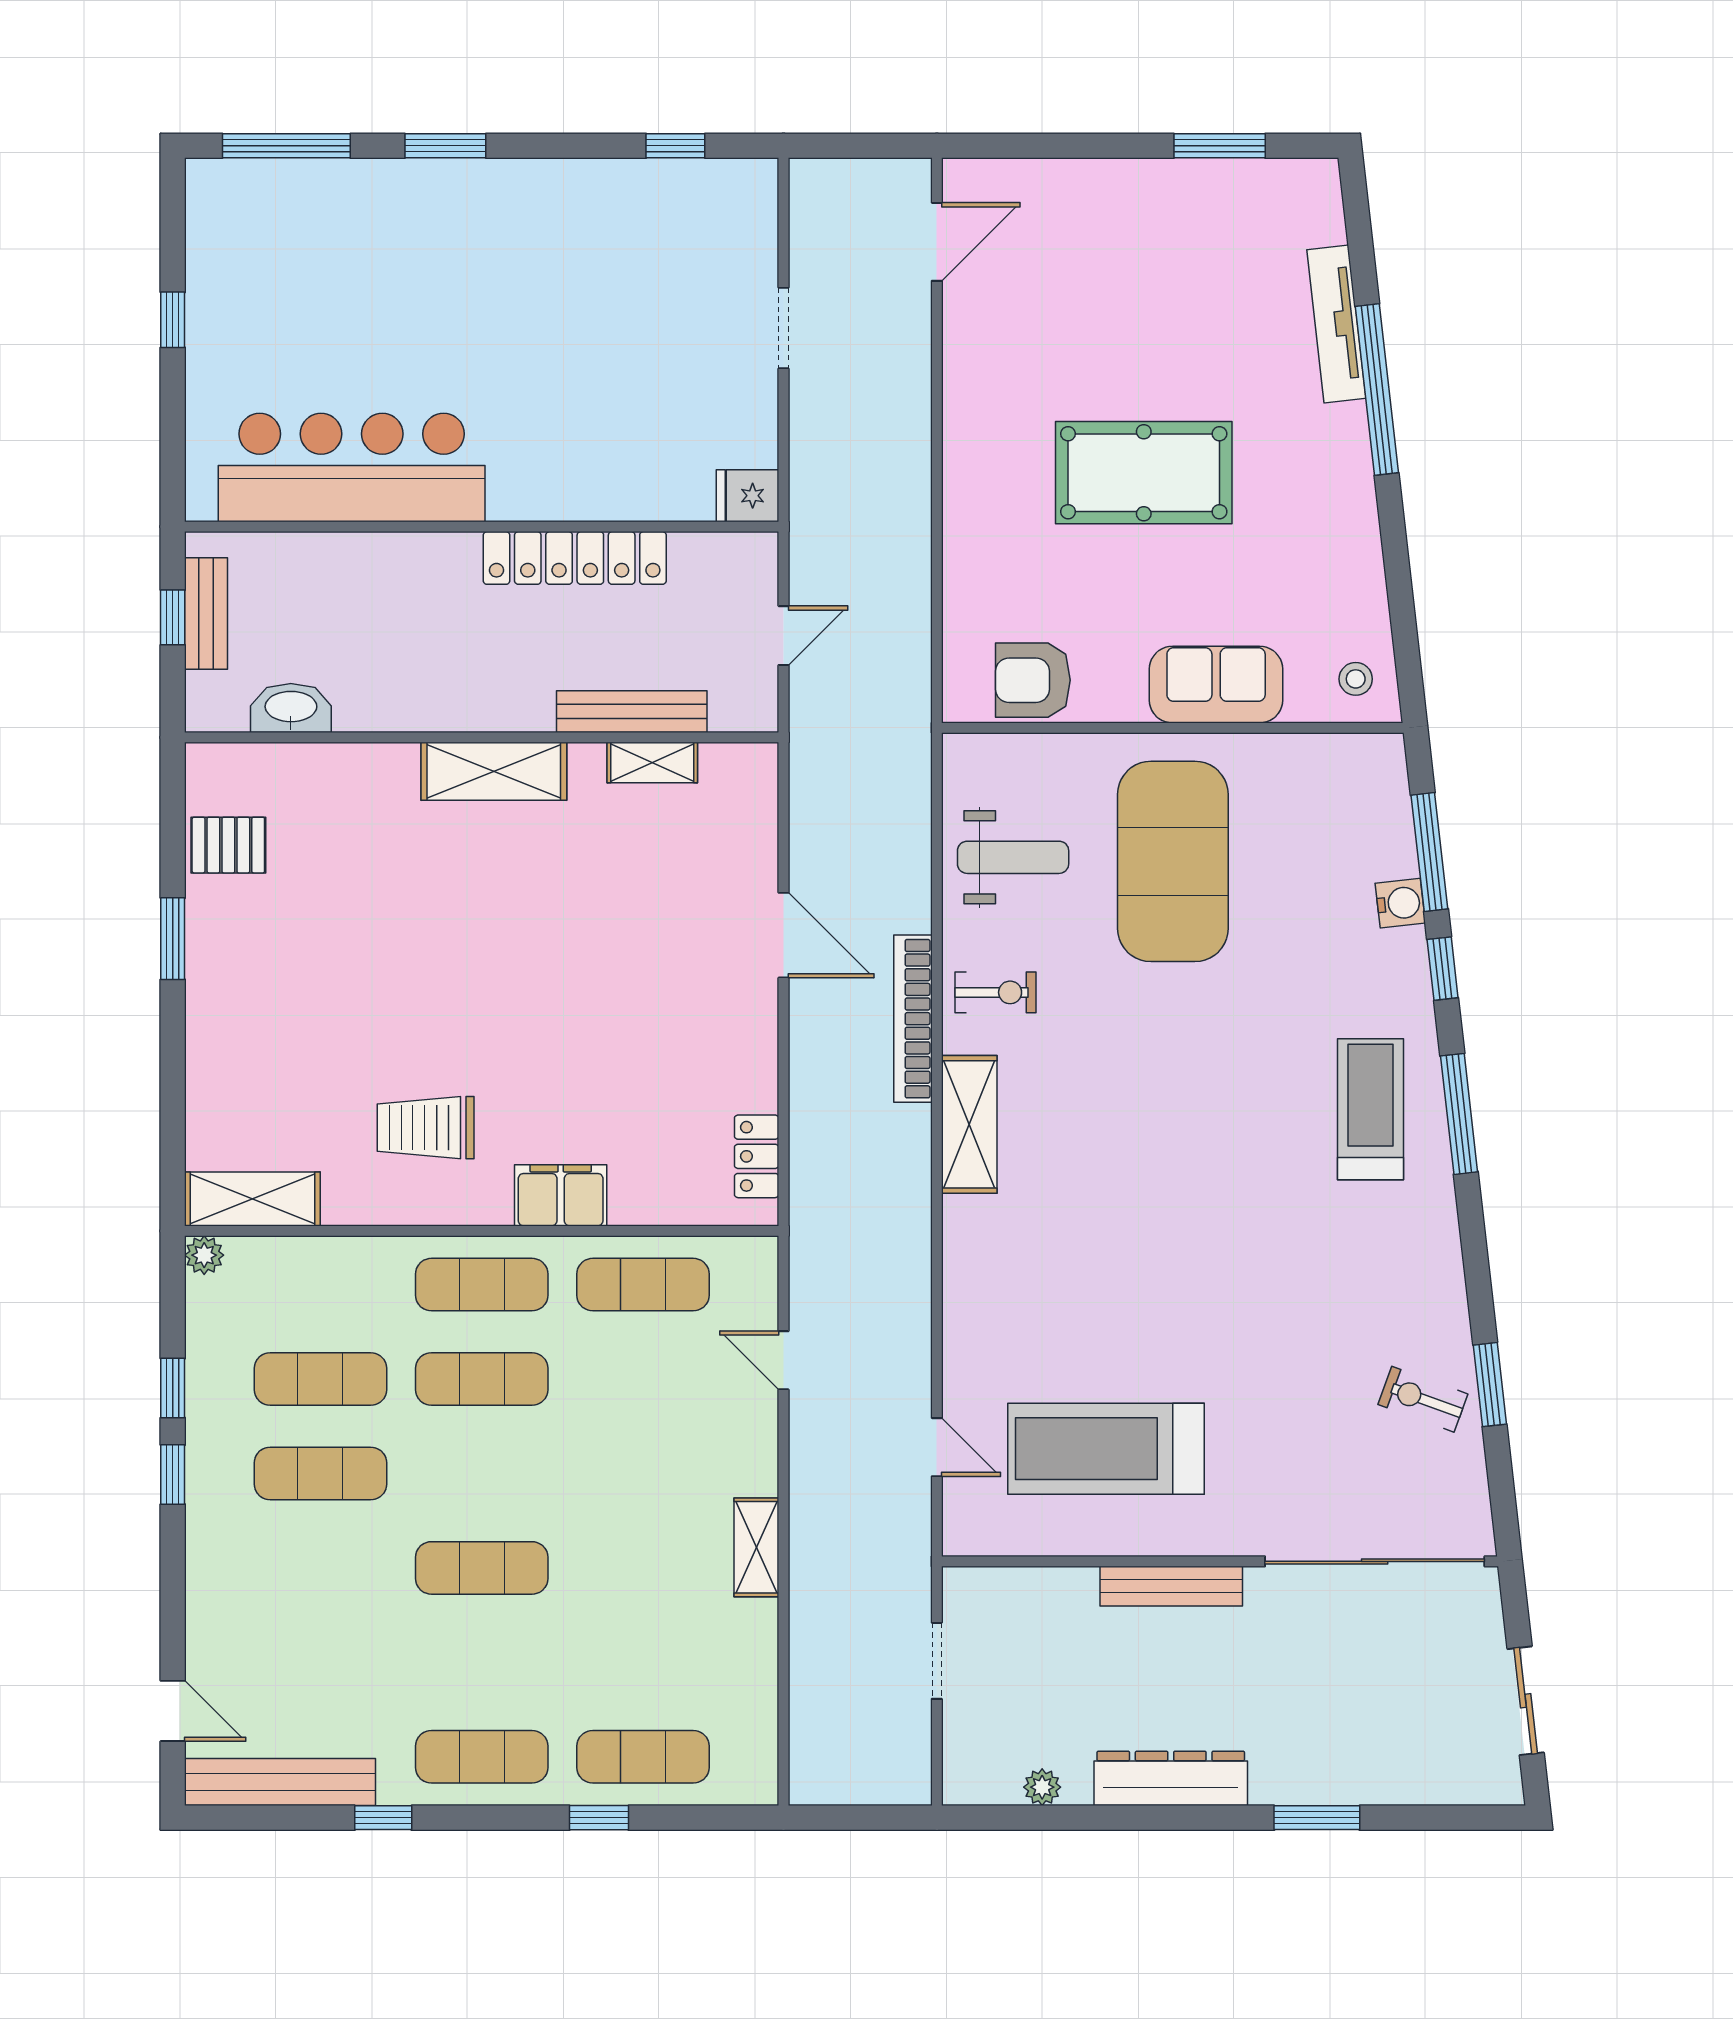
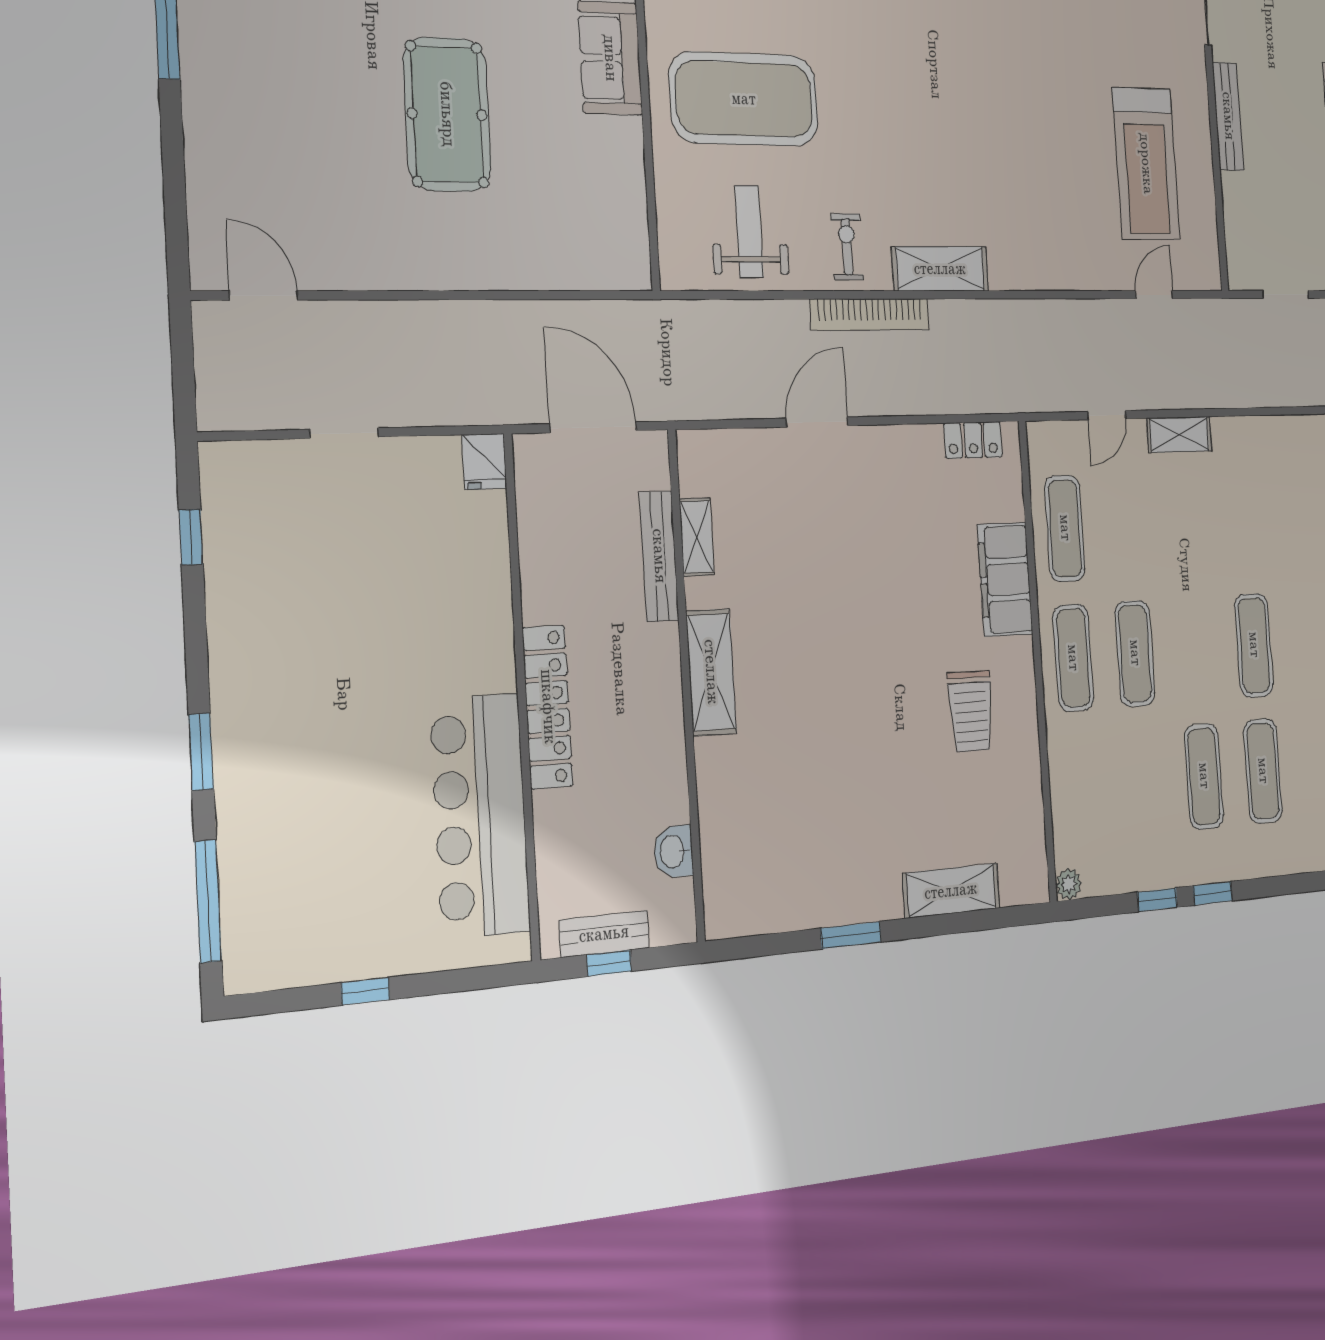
locker: (575, 558) -> (548, 707), moved
door: (784, 636) -> (593, 427), width x1.88
armchair: (1033, 680) -> (616, 213), removed
washbasin: (291, 708) -> (673, 852), width x0.72
pallet: (228, 845) -> (780, 895), removed
filing cabinet: (561, 1195) -> (1005, 579), width x1.50, depth x1.17
shelving: (252, 1199) -> (951, 891), moved, turned 90
exercise mat: (320, 1379) -> (1263, 771), moved
shelving: (756, 1547) -> (1179, 435), moved

